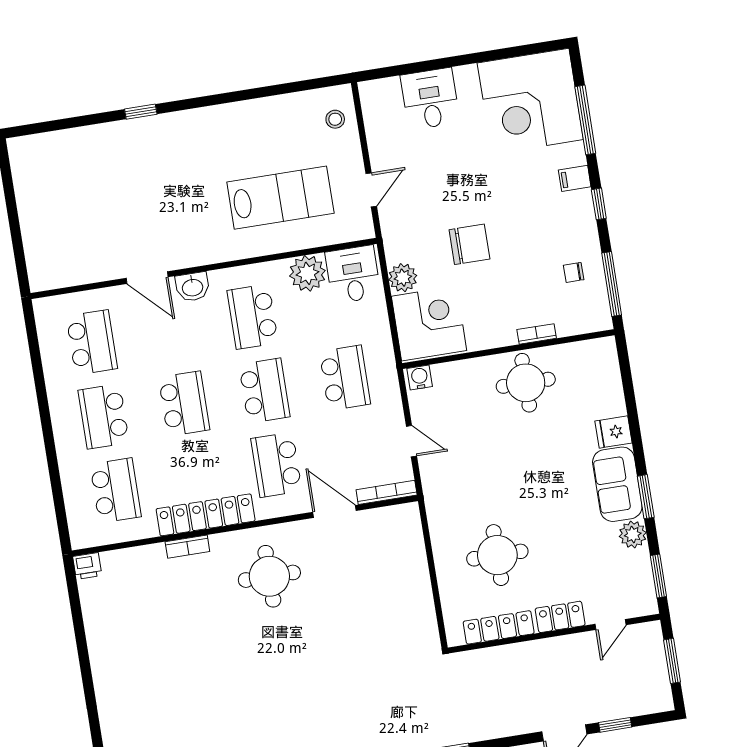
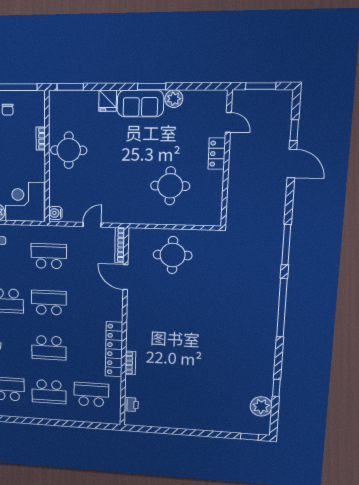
school desk: (184, 404) -> (49, 348), turned 180
school desk: (276, 465) -> (92, 305), removed
door: (335, 511) -> (125, 277), hinge flipped
printer: (87, 566) -> (131, 404), moved
round table: (269, 576) -> (173, 255), moved
window: (658, 576) -> (70, 87), moved
locker: (499, 627) -> (215, 193), removed

